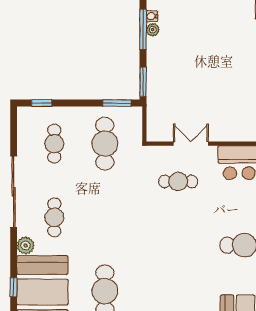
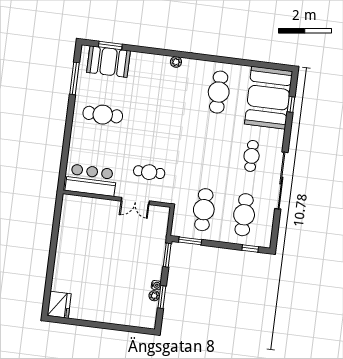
water cooler: (152, 16) -> (156, 285), moved
window: (143, 29) -> (162, 297), width x0.69
cafe table: (54, 144) -> (244, 215), width x1.37, depth x1.35
plant: (26, 246) -> (277, 136), removed

